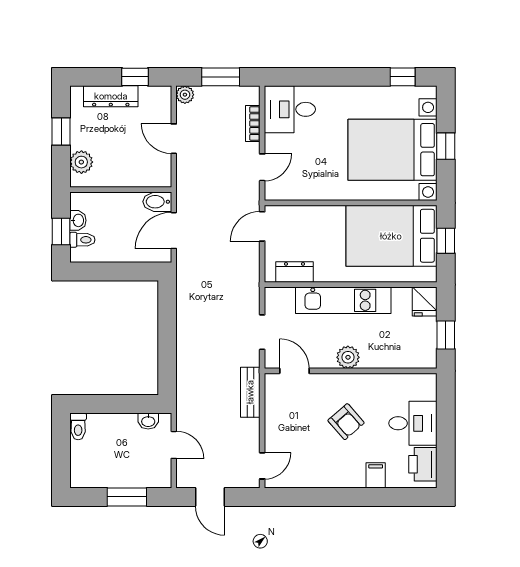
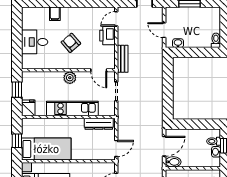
bed: (391, 236) -> (46, 149), width x0.67
dresser: (294, 272) -> (99, 124), width x1.44
printer: (423, 464) -> (107, 36), moved, turned 180

